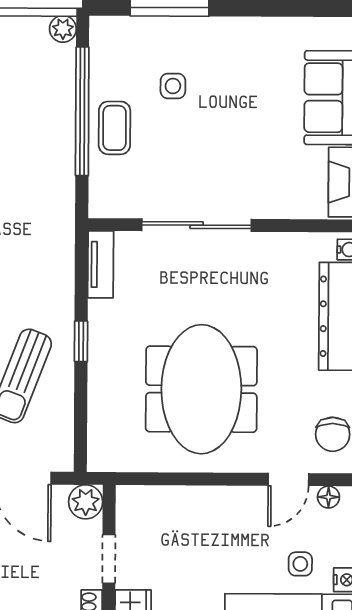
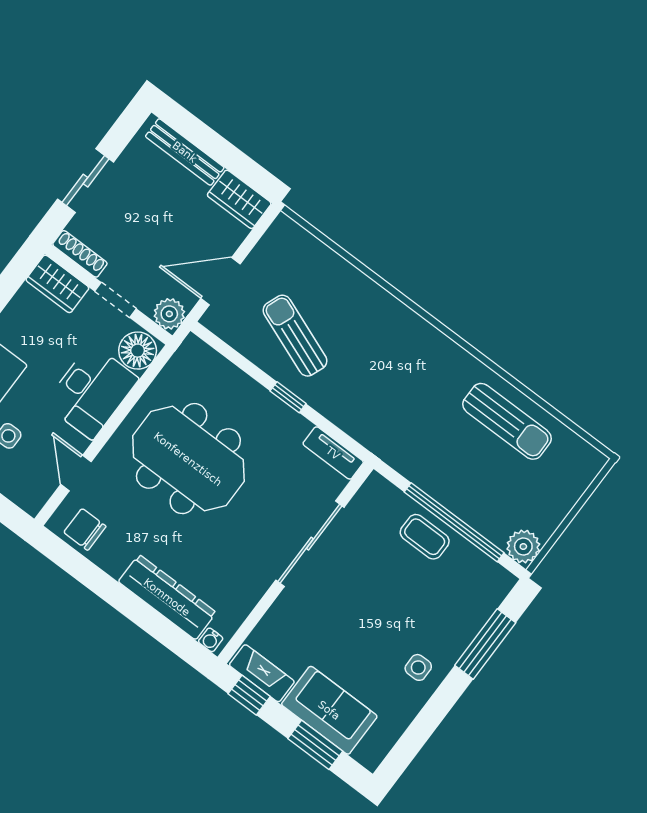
plant: (63, 29) -> (523, 547), width x1.38, depth x1.38
side table: (173, 86) -> (418, 667), moved
floor lamp: (328, 497) -> (138, 351), moved, width x1.89, depth x1.89
desk: (206, 520) -> (92, 391), added

